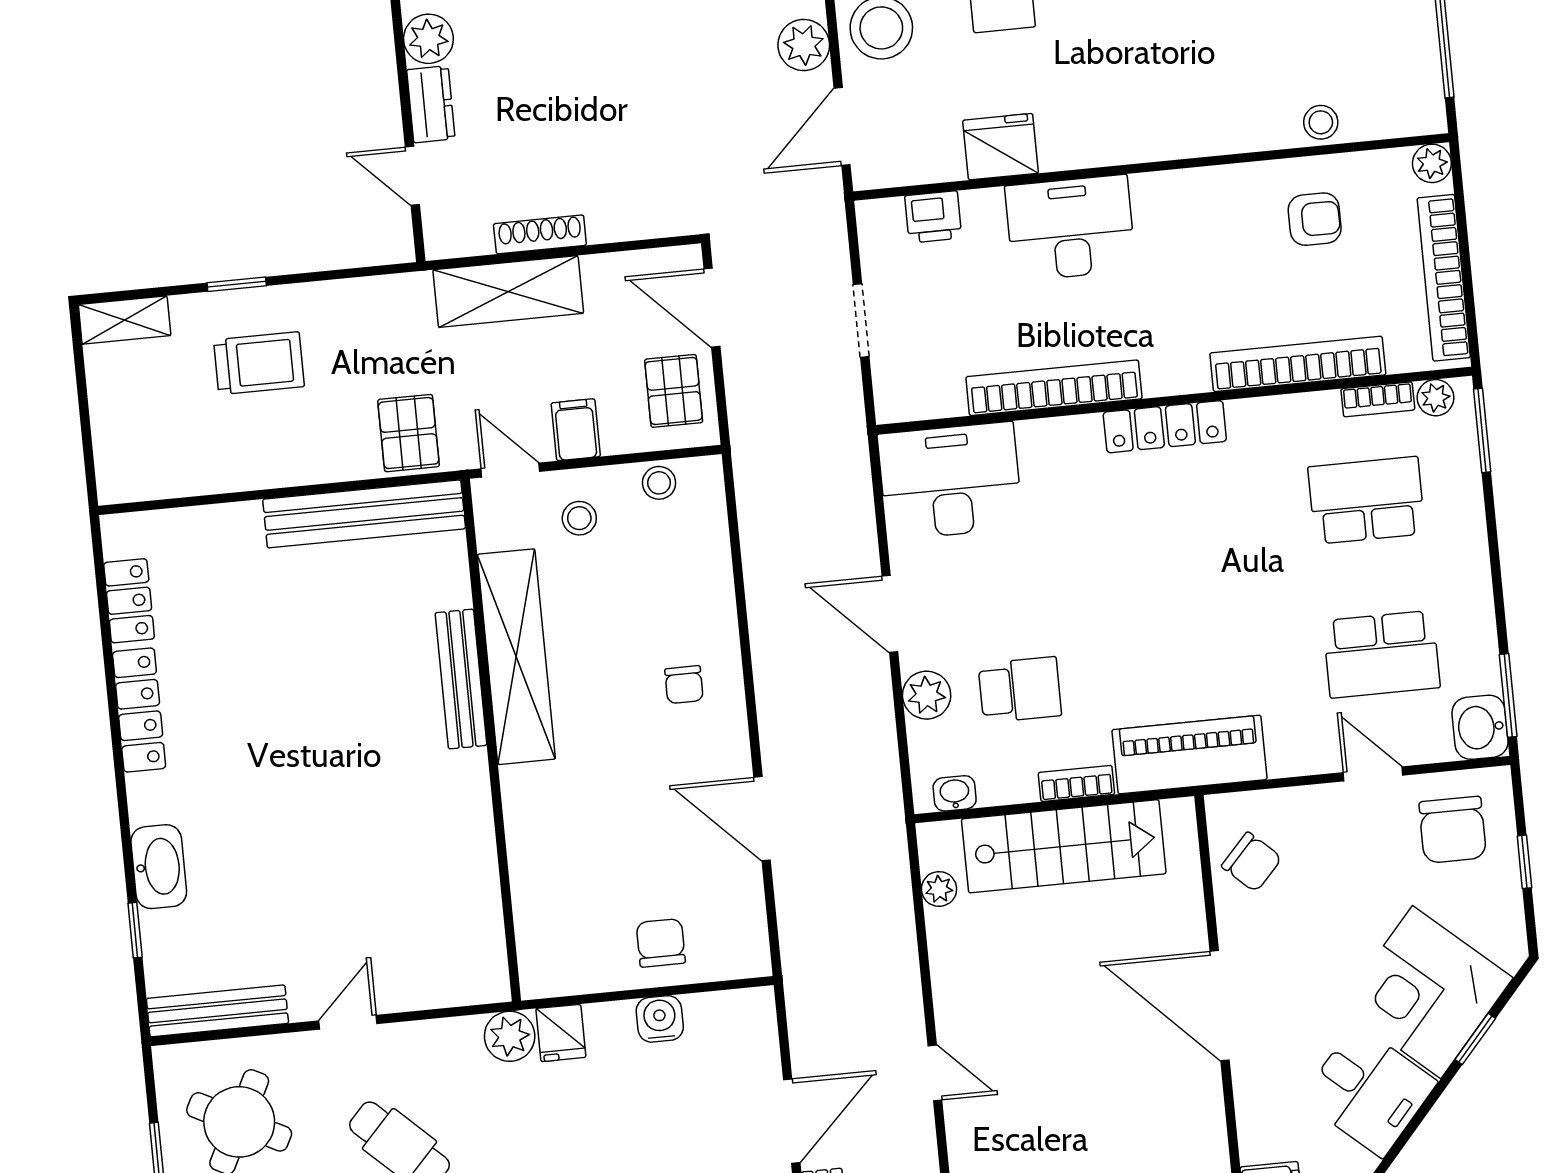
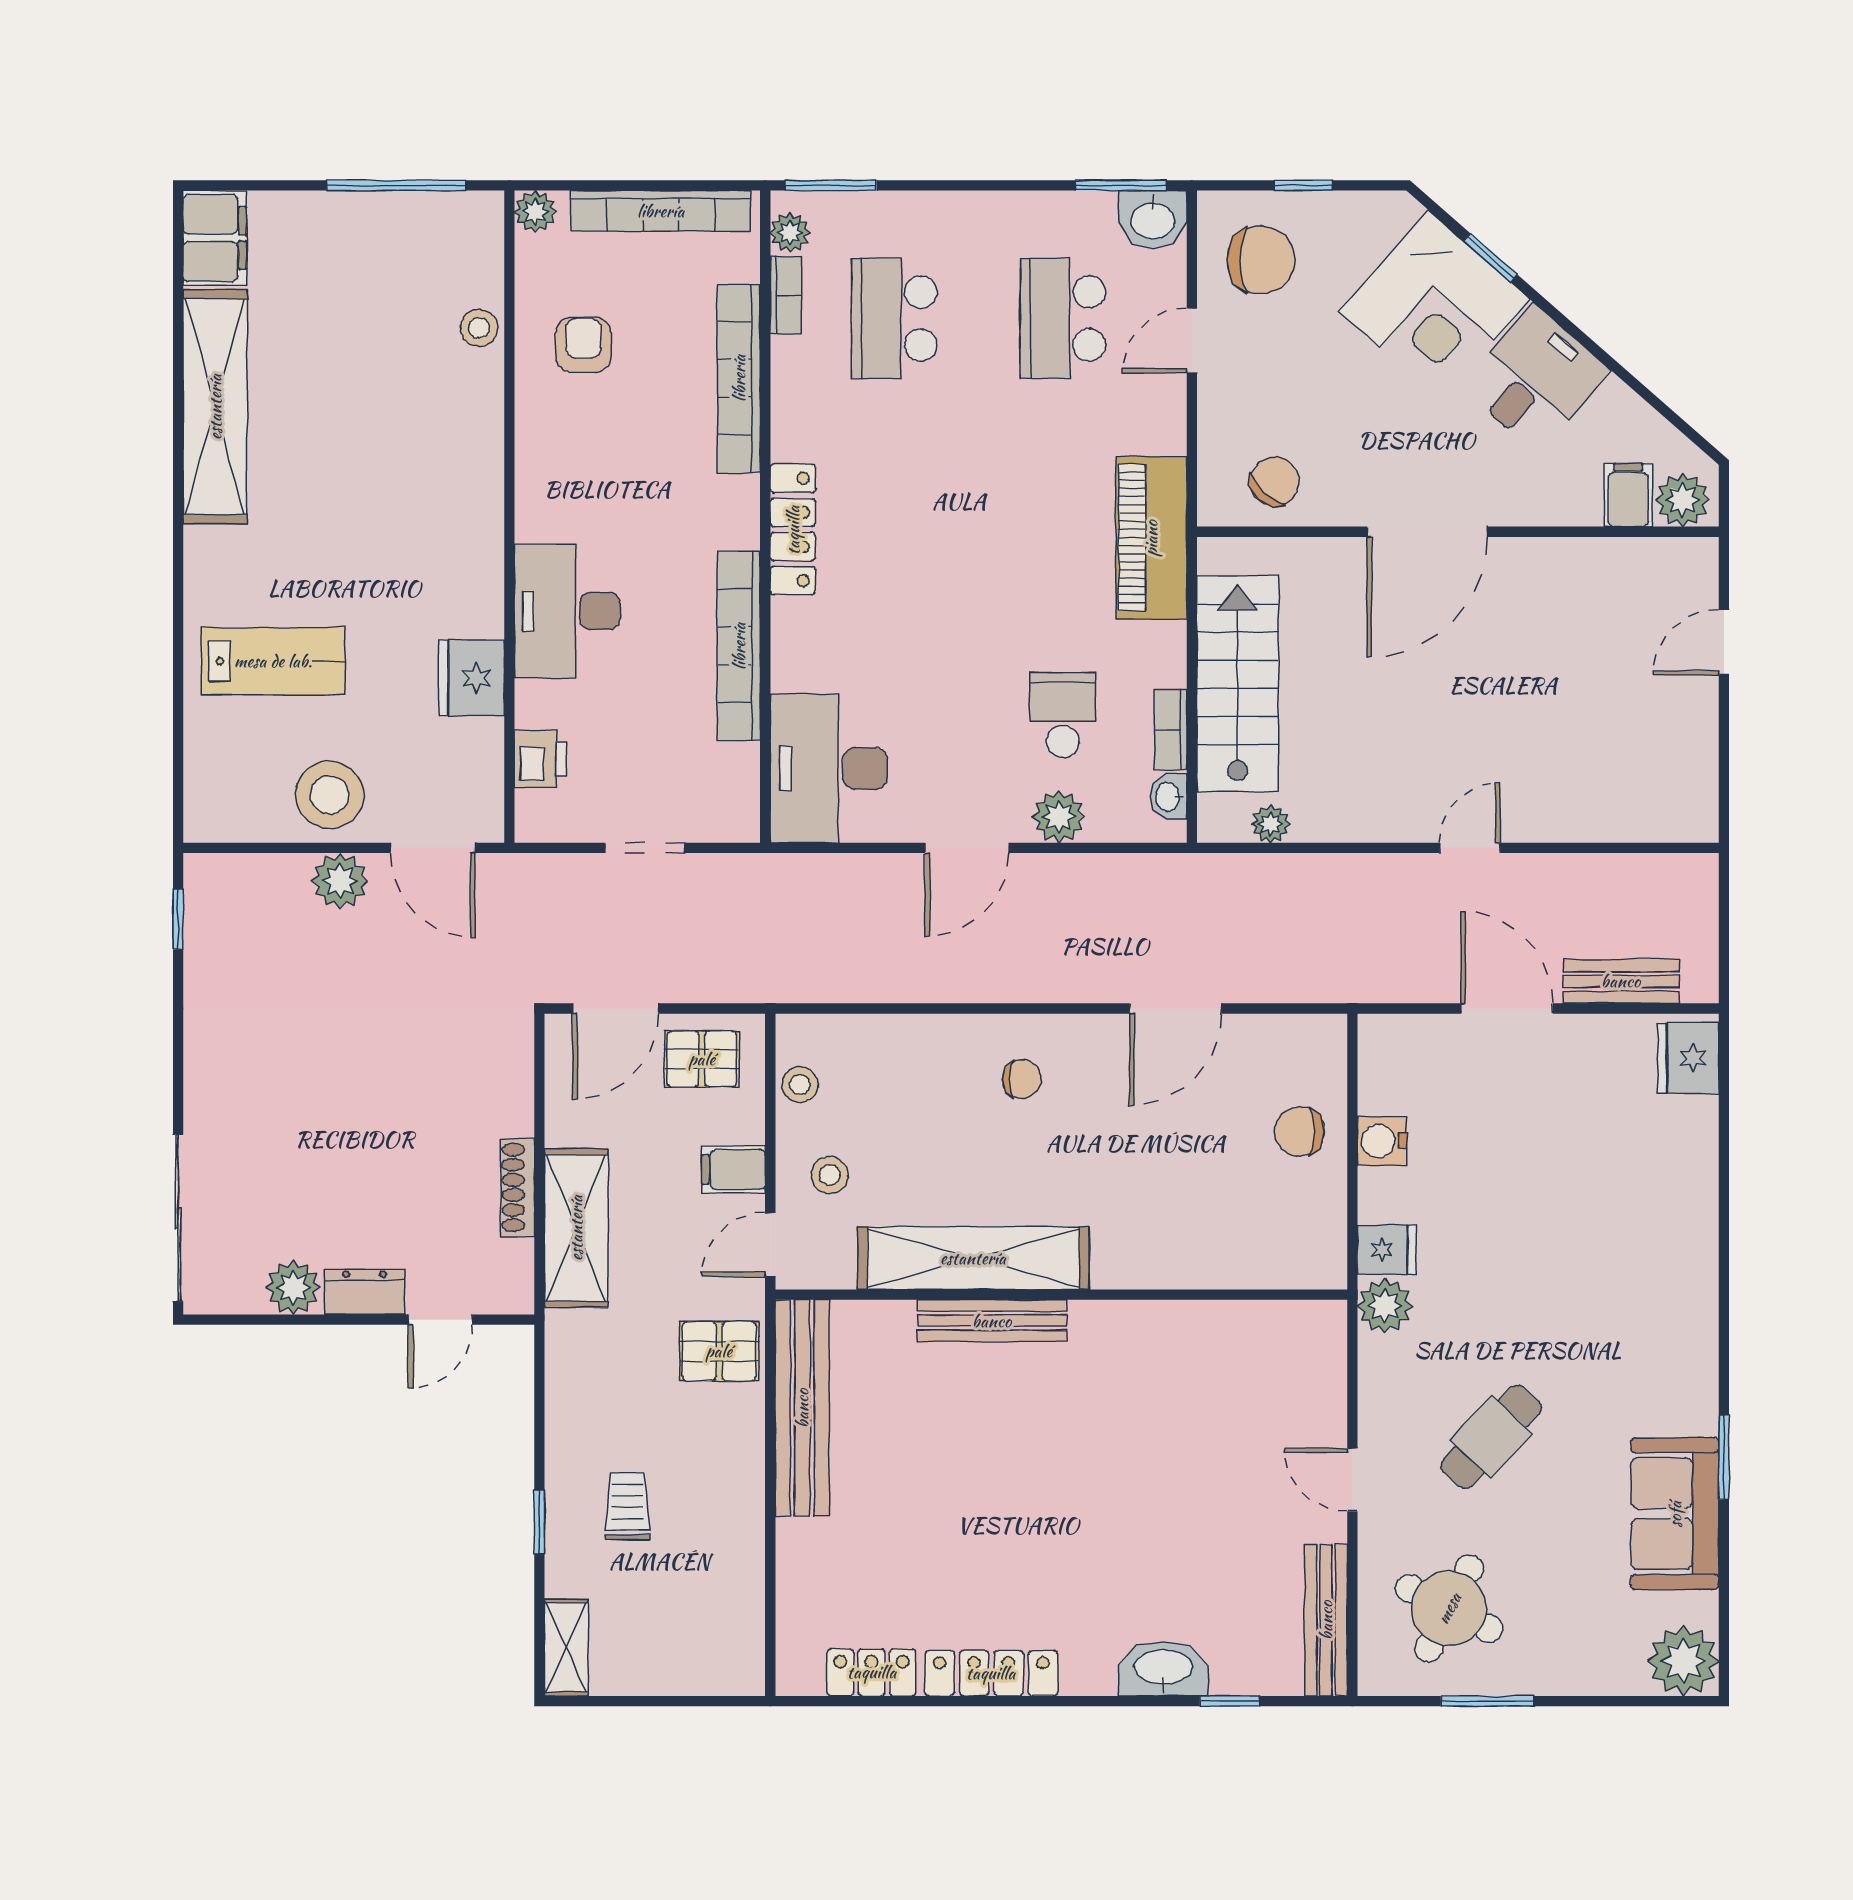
trolley: (259, 363) -> (628, 1506), width x0.73, depth x0.72
school desk: (1382, 654) -> (1063, 319), turned 180
bookcase: (1076, 783) -> (1171, 730), moved

